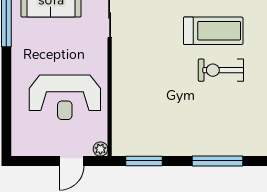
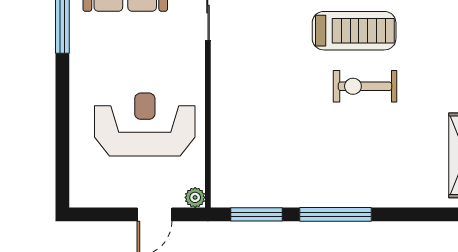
reception desk: (65, 97) -> (145, 124), turned 180
window: (217, 161) -> (336, 214), moved

